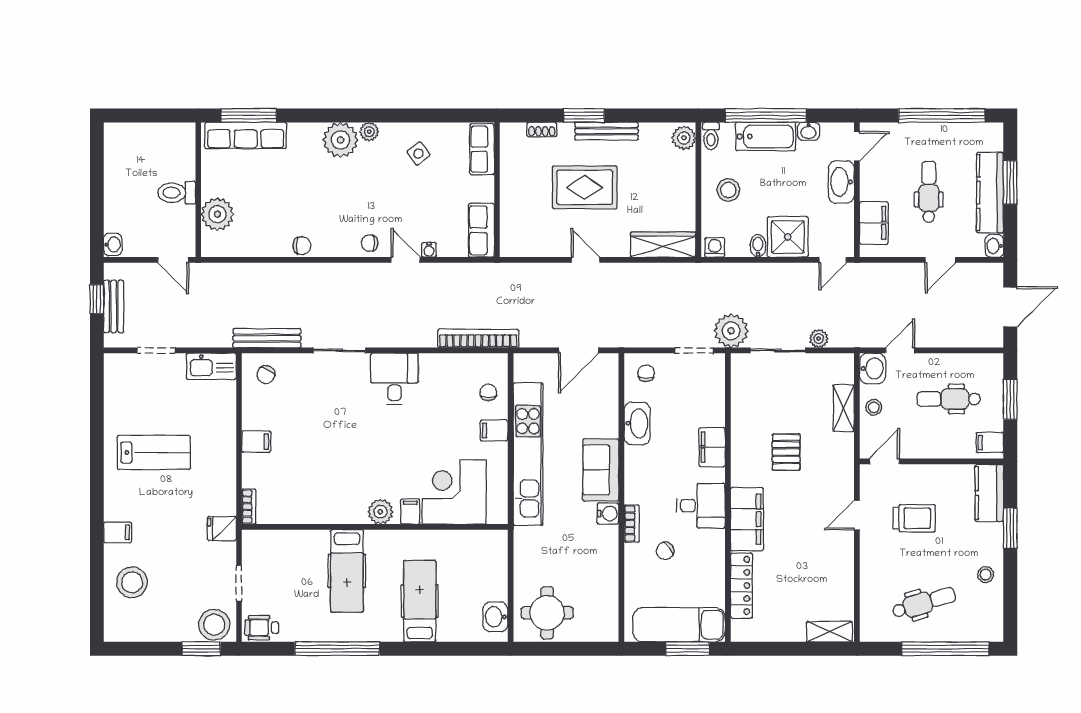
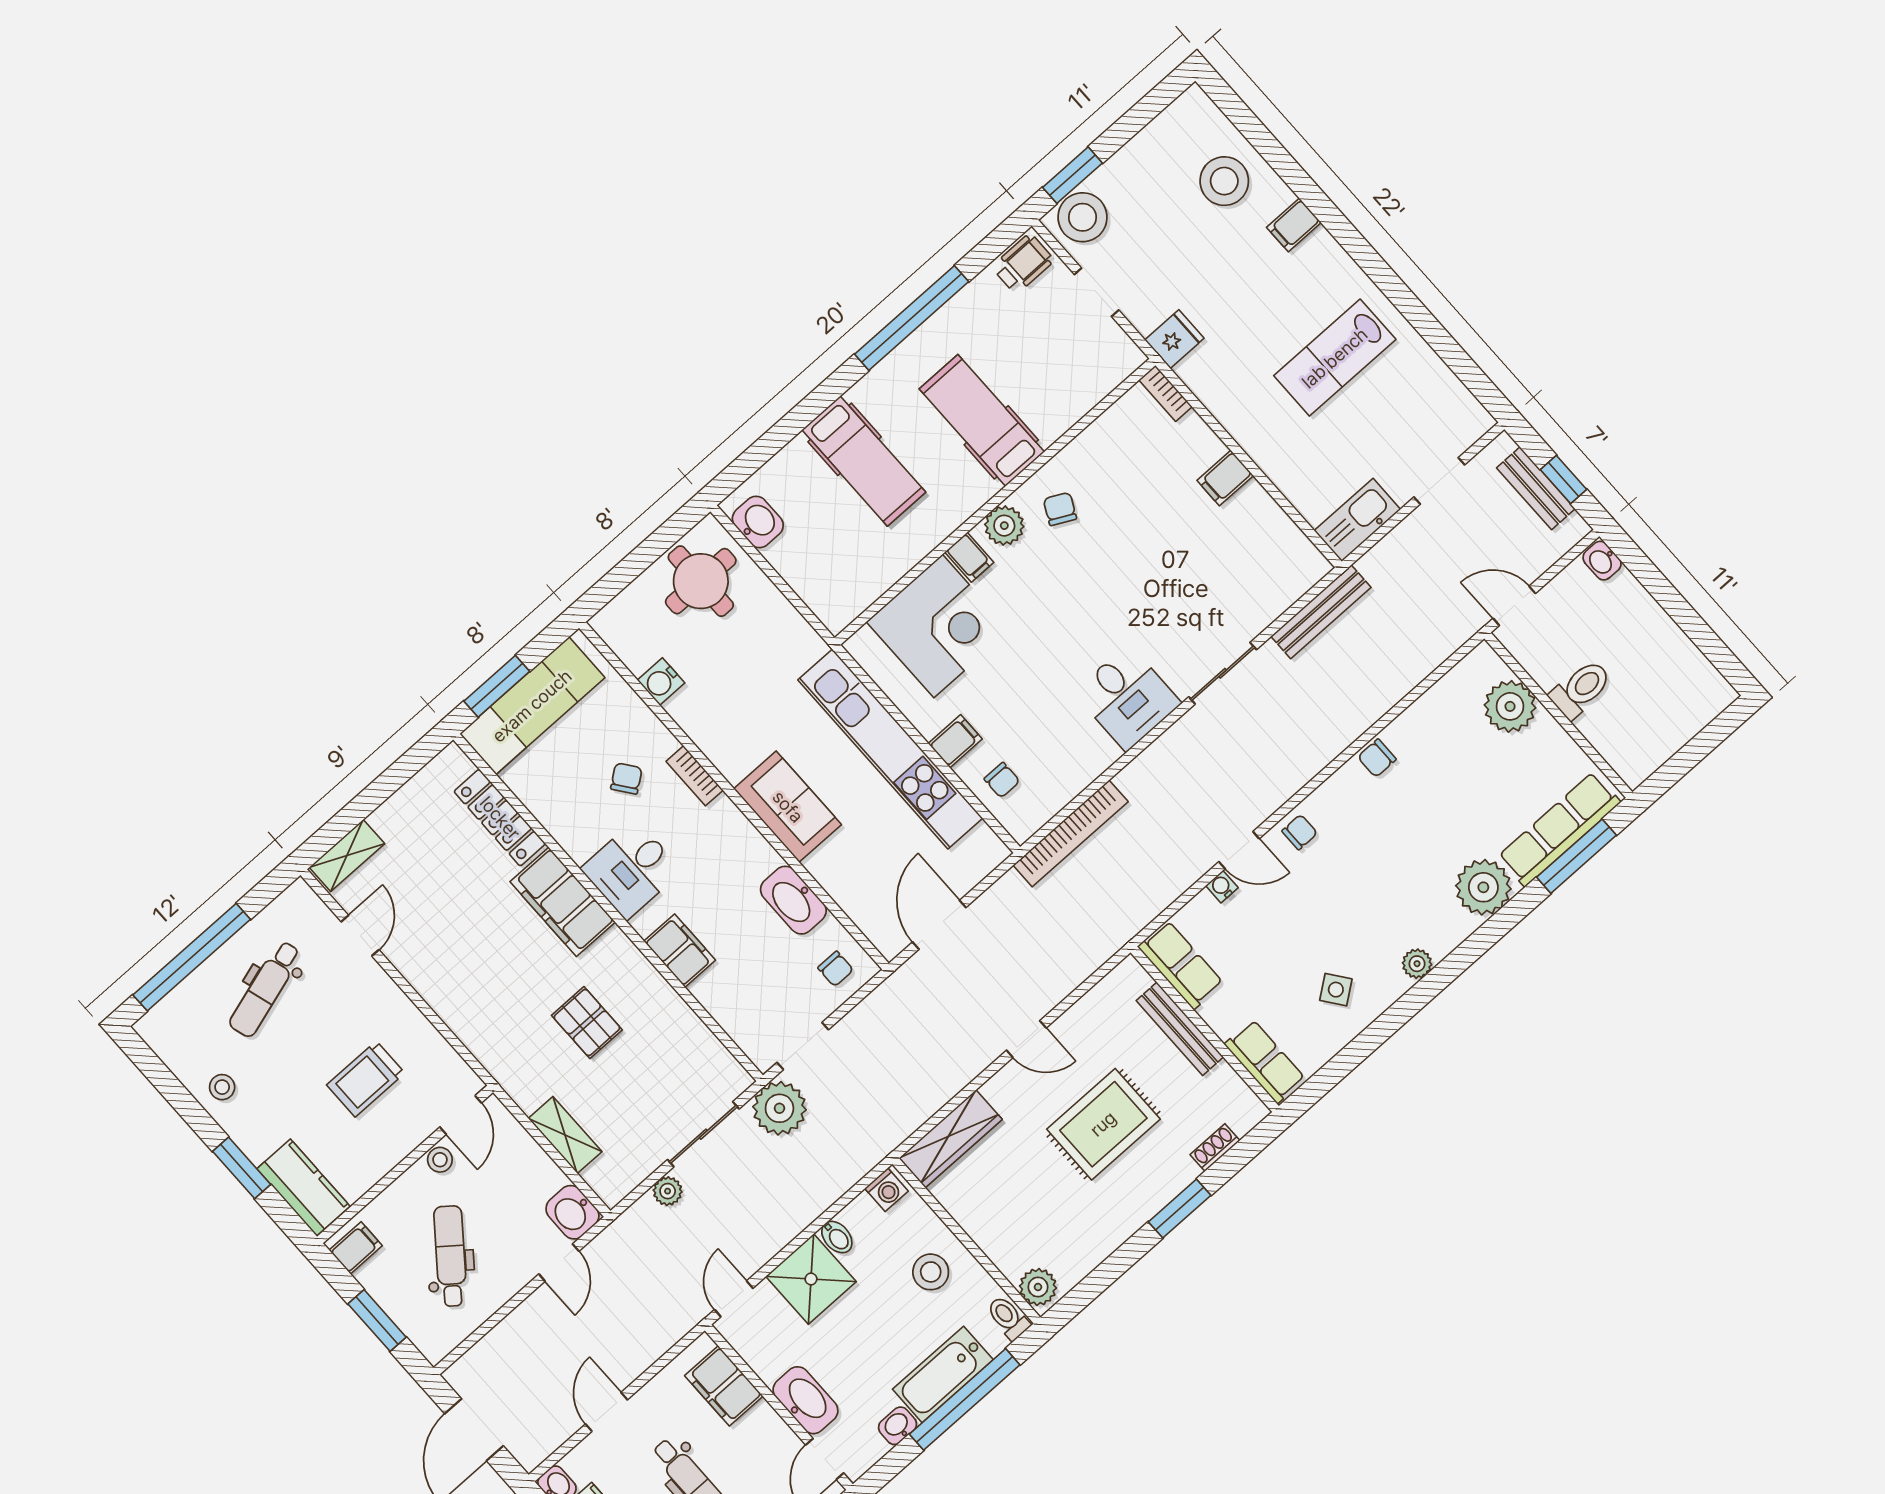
bench: (607, 131) -> (1180, 1029), moved, turned 90
plant: (340, 140) -> (1483, 887), moved
chair: (266, 375) -> (1060, 509), moved
dental chair: (949, 399) -> (450, 1256), turned -52
stool: (874, 407) -> (440, 1160), moved
water cooler: (608, 514) -> (661, 682), moved
door: (857, 515) -> (360, 936), moved

